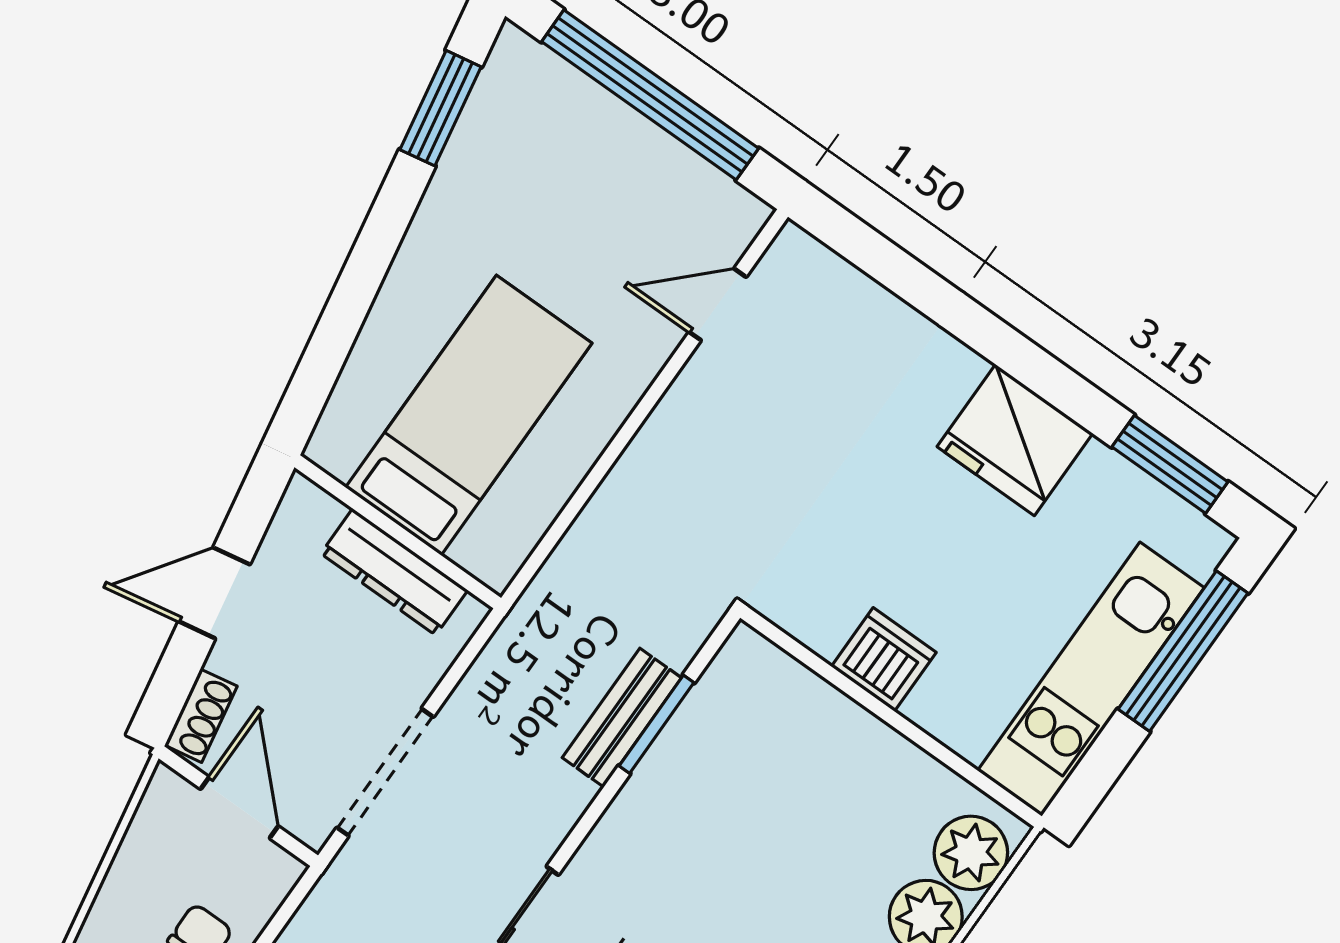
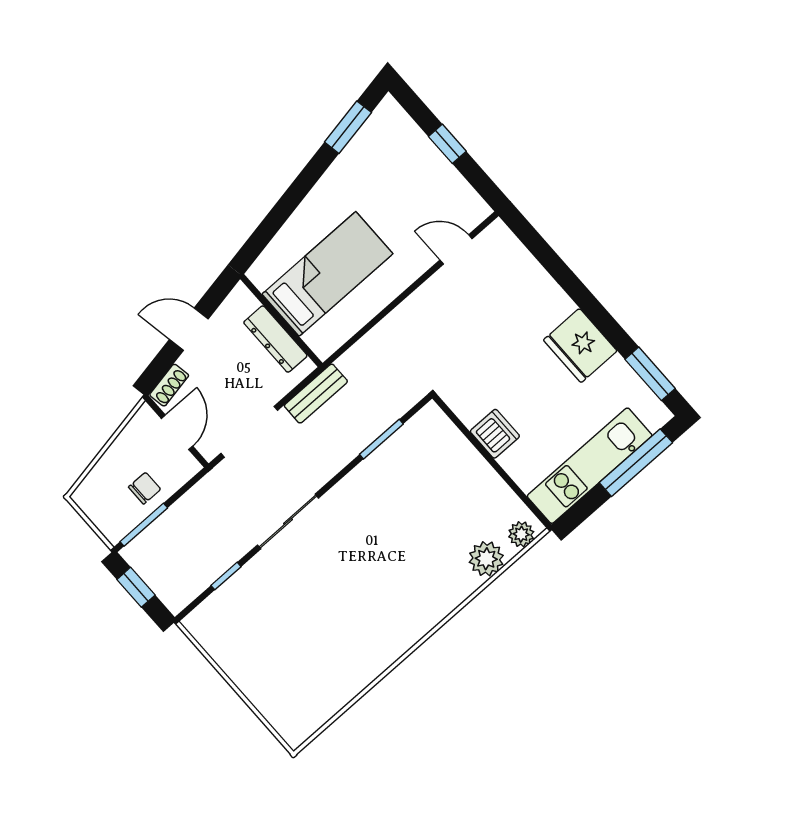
window: (650, 95) -> (447, 144), width x0.32
bench: (622, 718) -> (316, 394), moved
plant: (971, 853) -> (521, 534), width x0.73, depth x0.73

